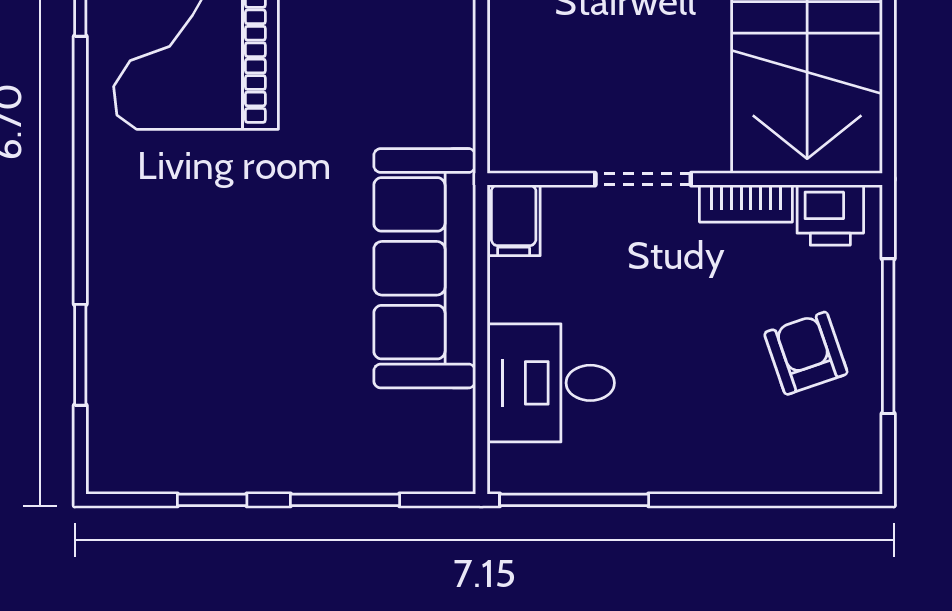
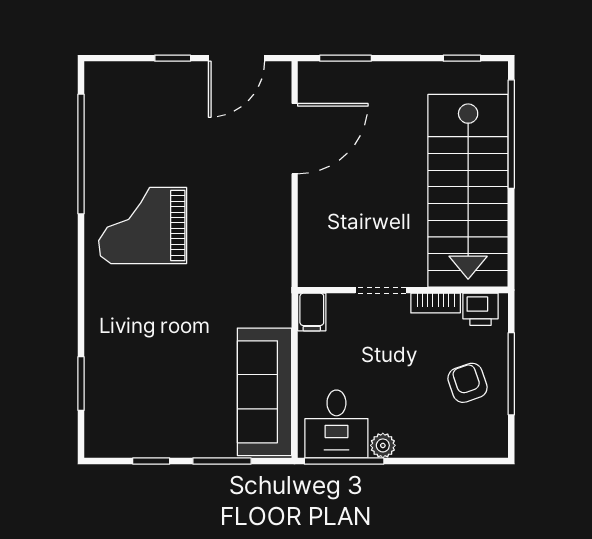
sofa: (425, 268) -> (264, 392), moved
desk: (551, 383) -> (336, 424), moved, turned -90
plant: (647, 471) -> (383, 445), added

